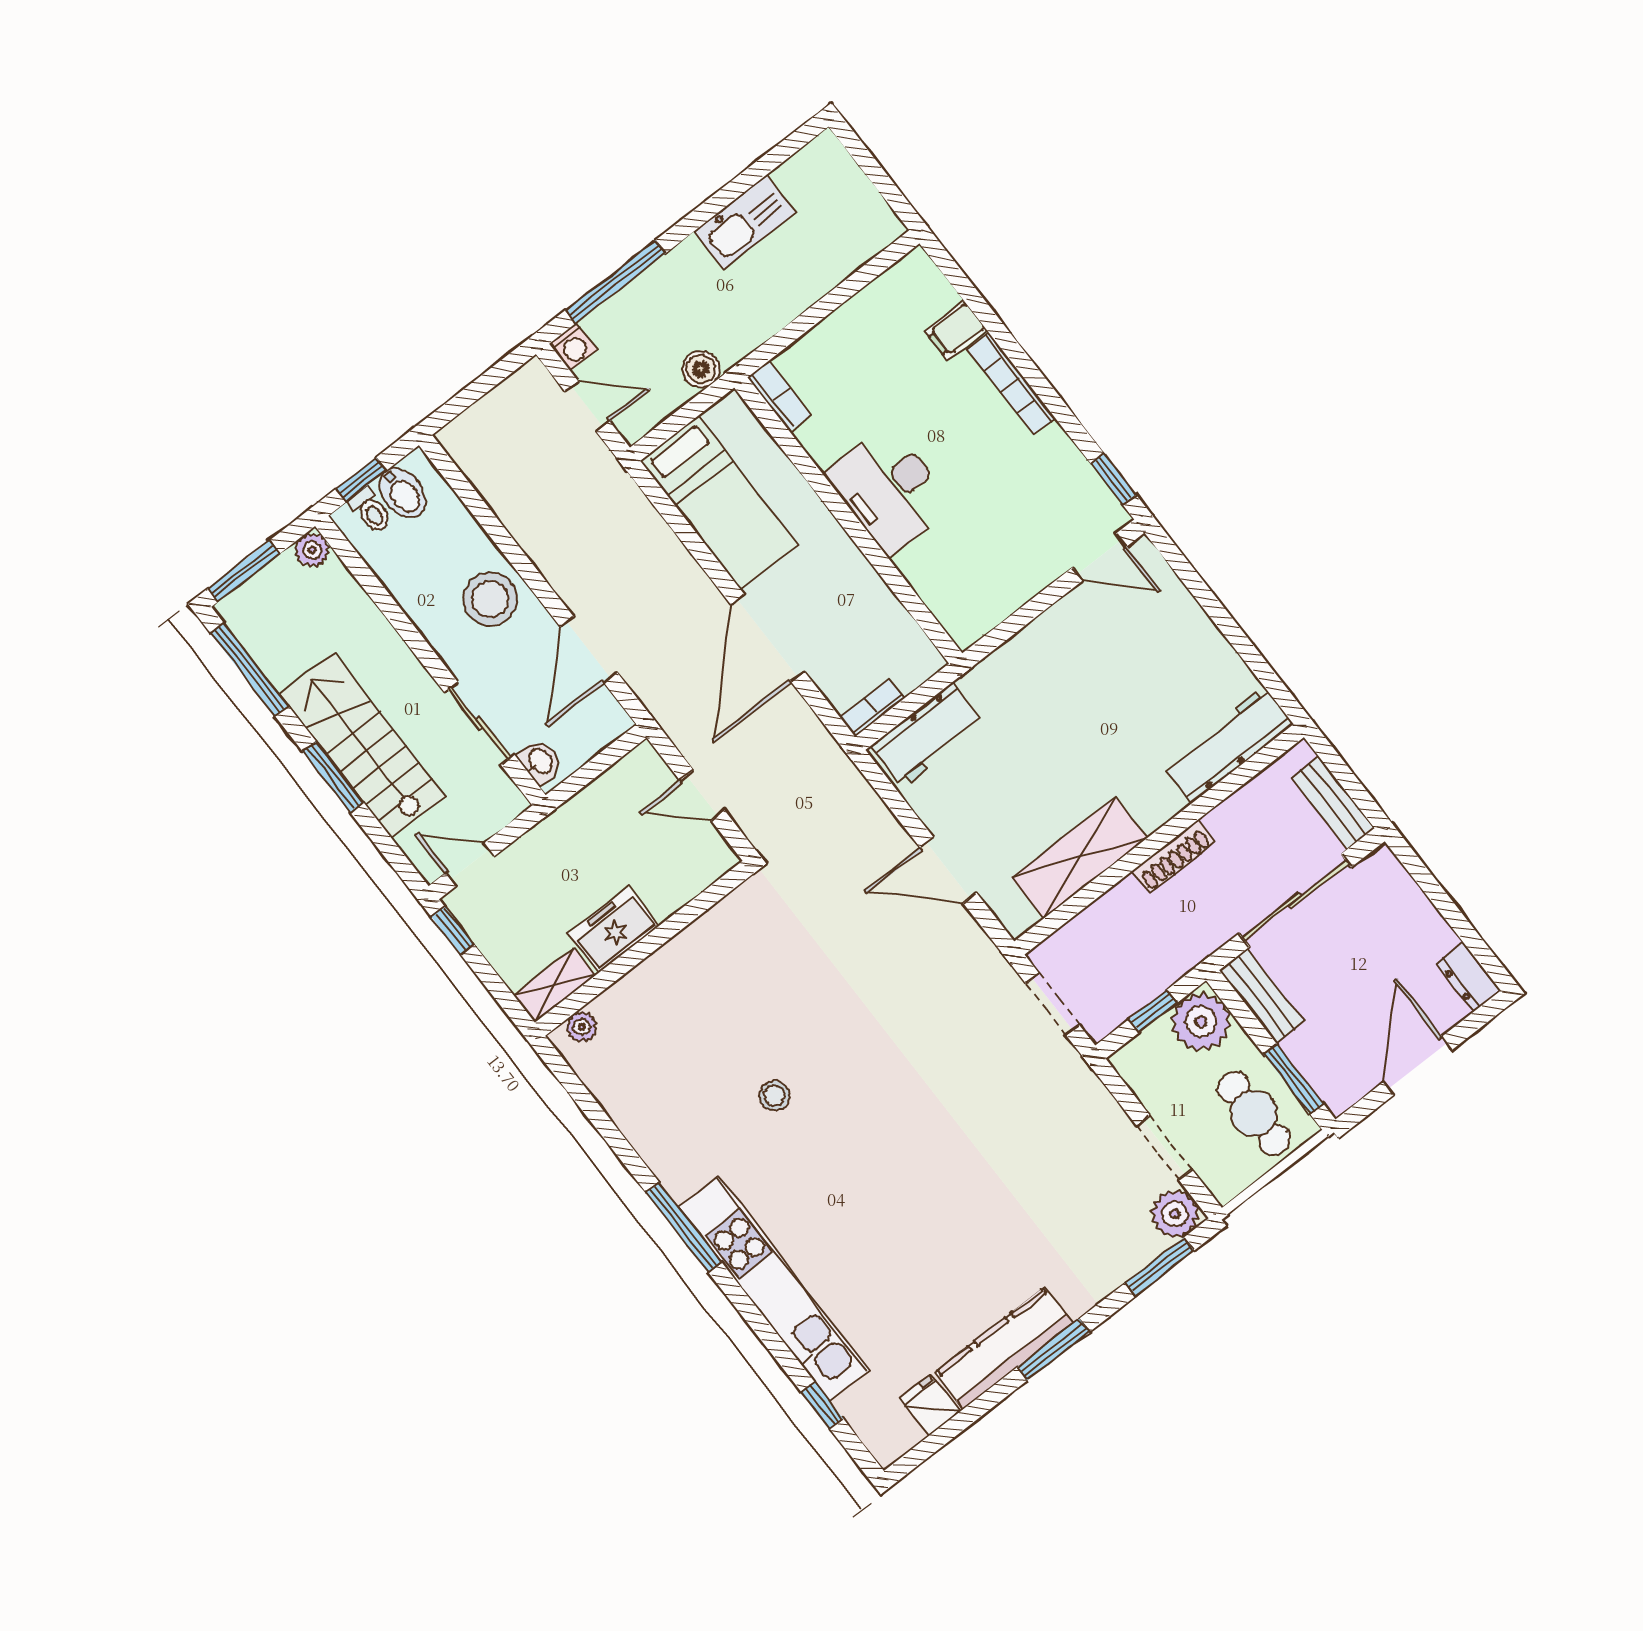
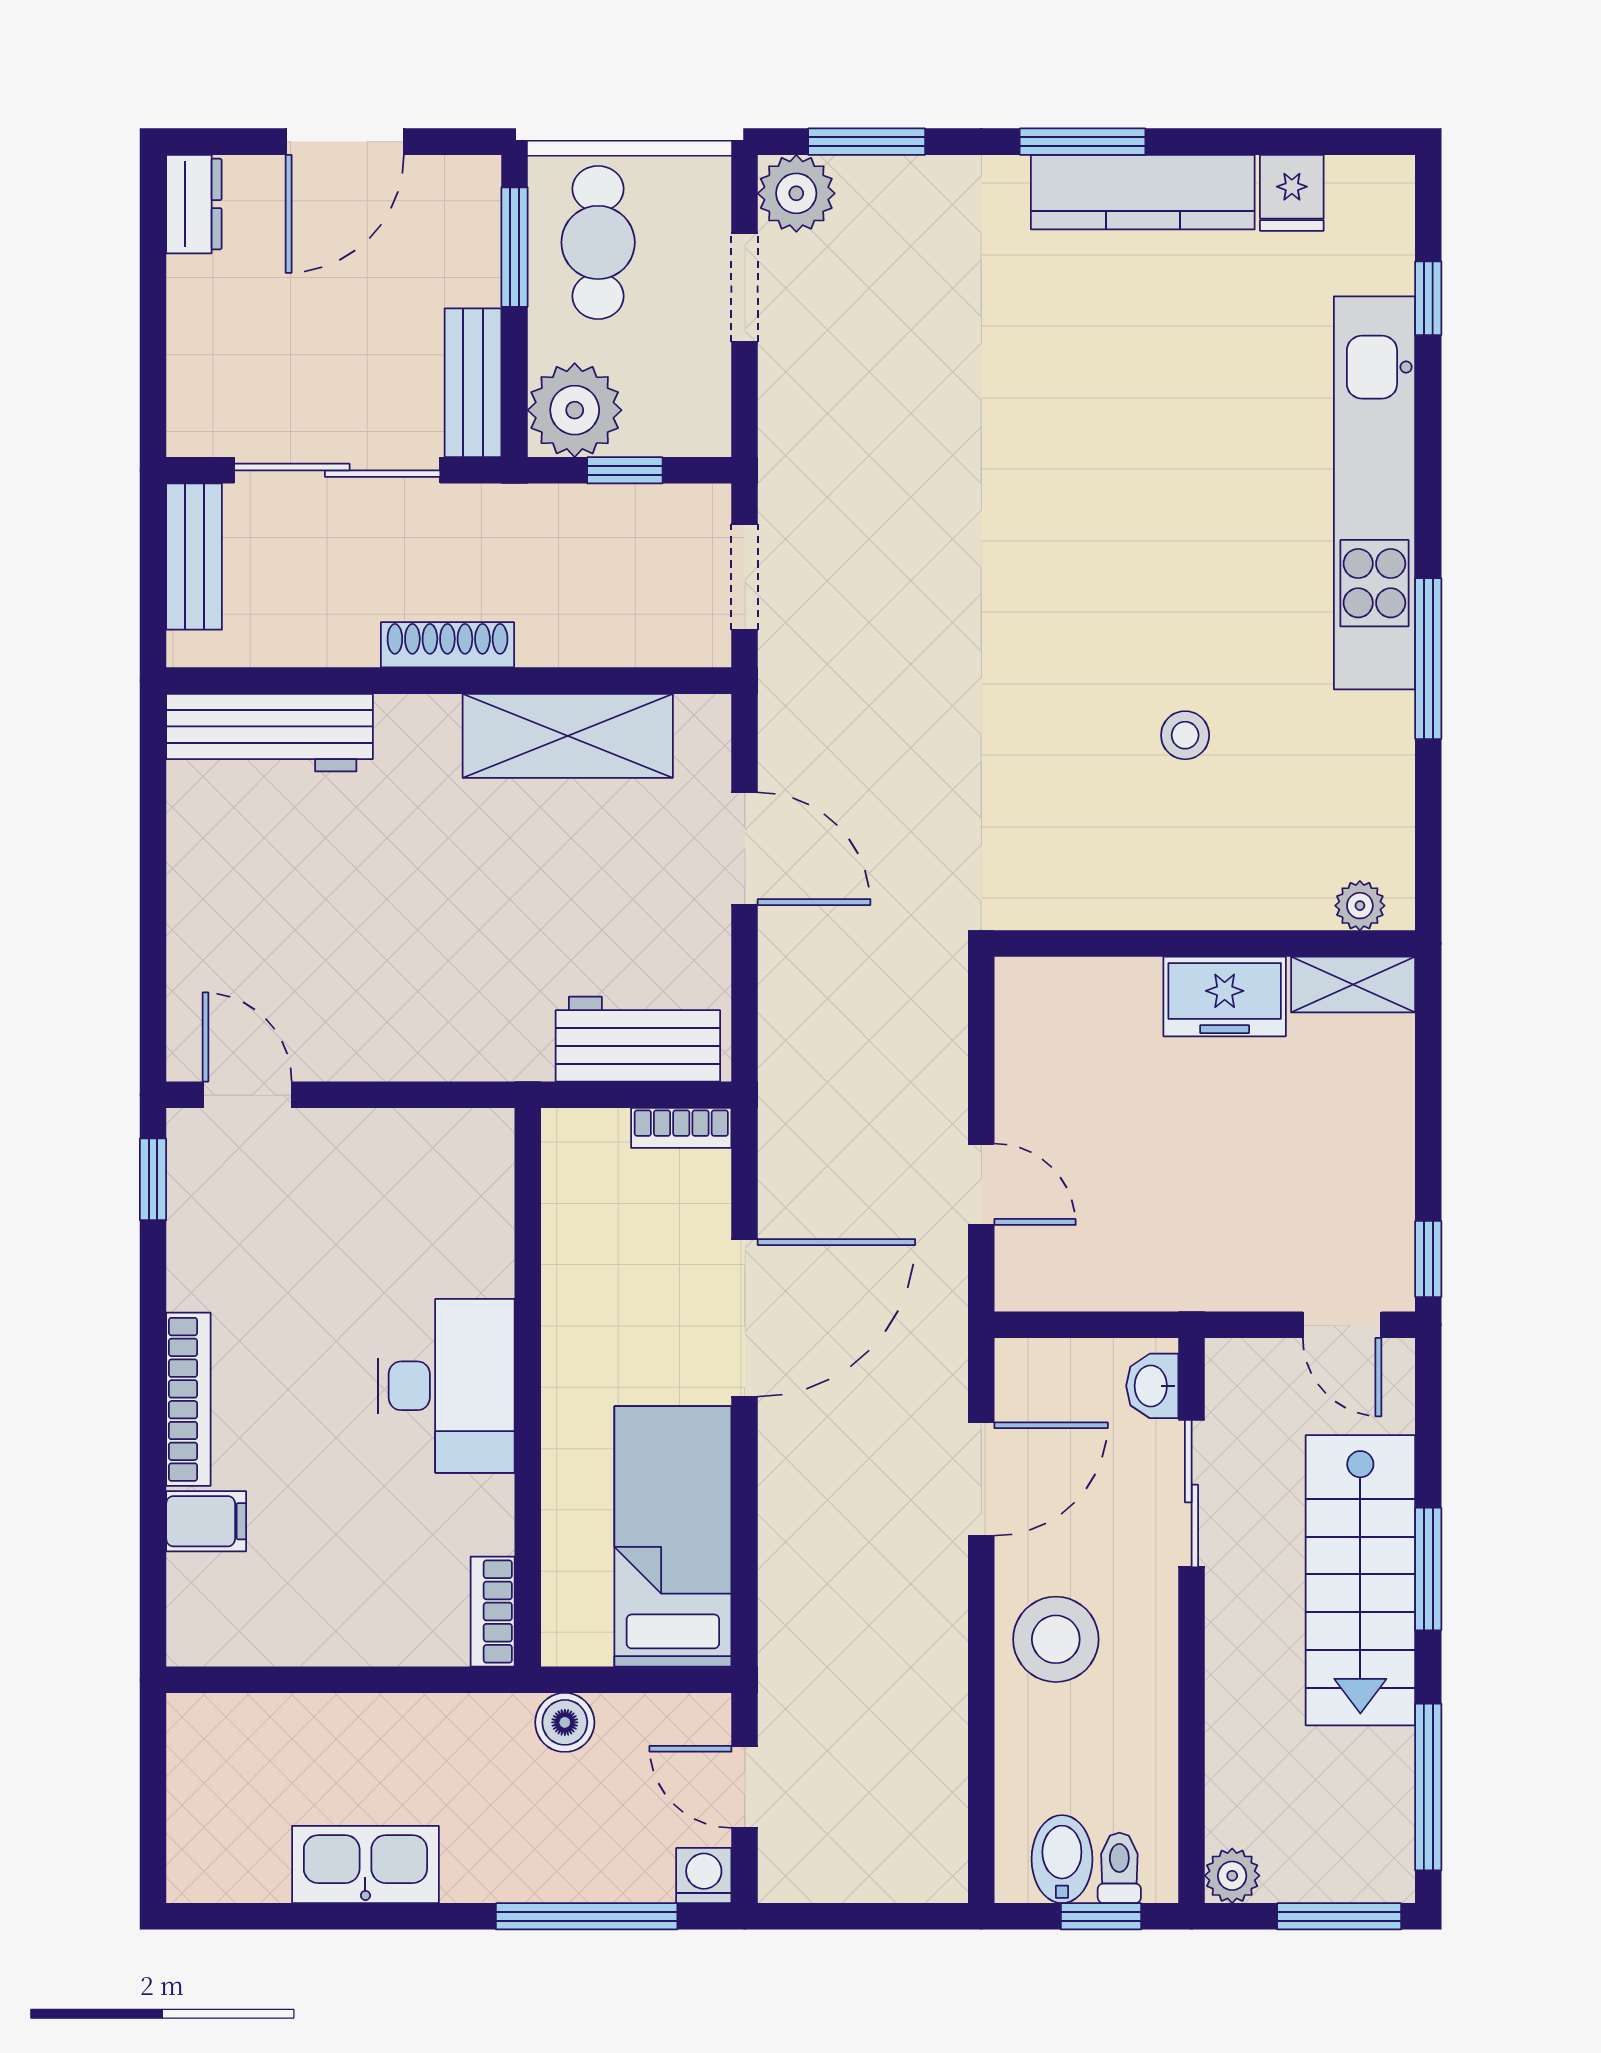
freezer: (614, 930) -> (1225, 996), moved
wall: (644, 948) -> (1205, 944), moved
shelving: (555, 985) -> (1353, 985), moved
plant: (582, 1027) -> (1360, 906), moved

